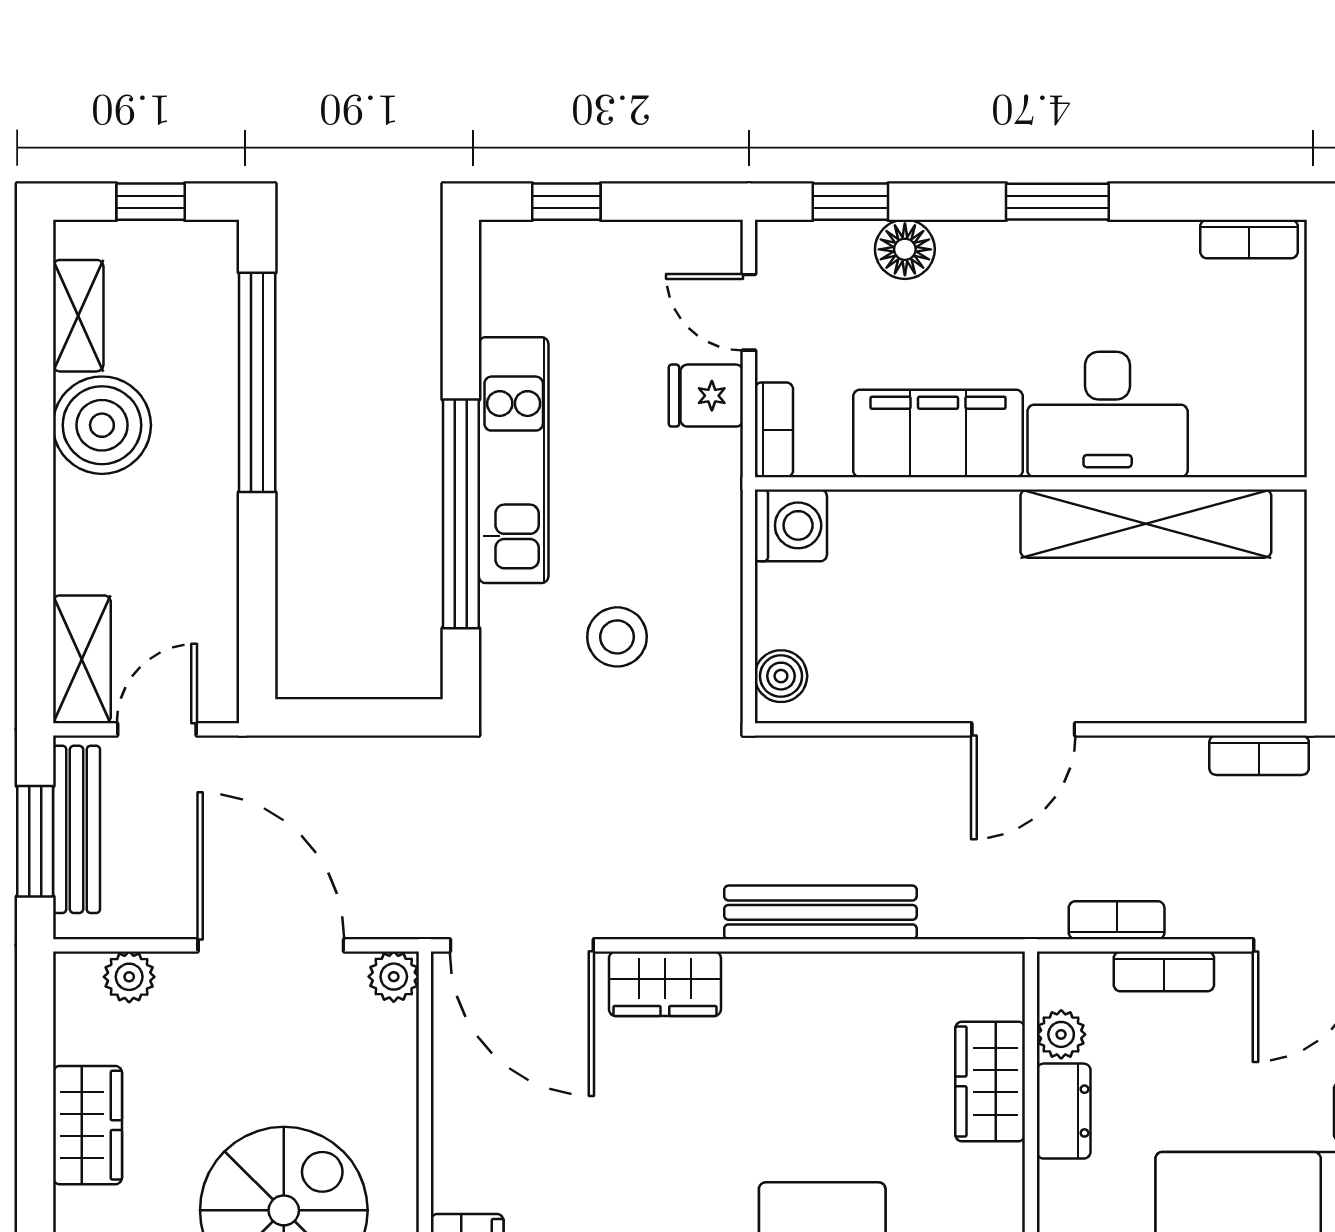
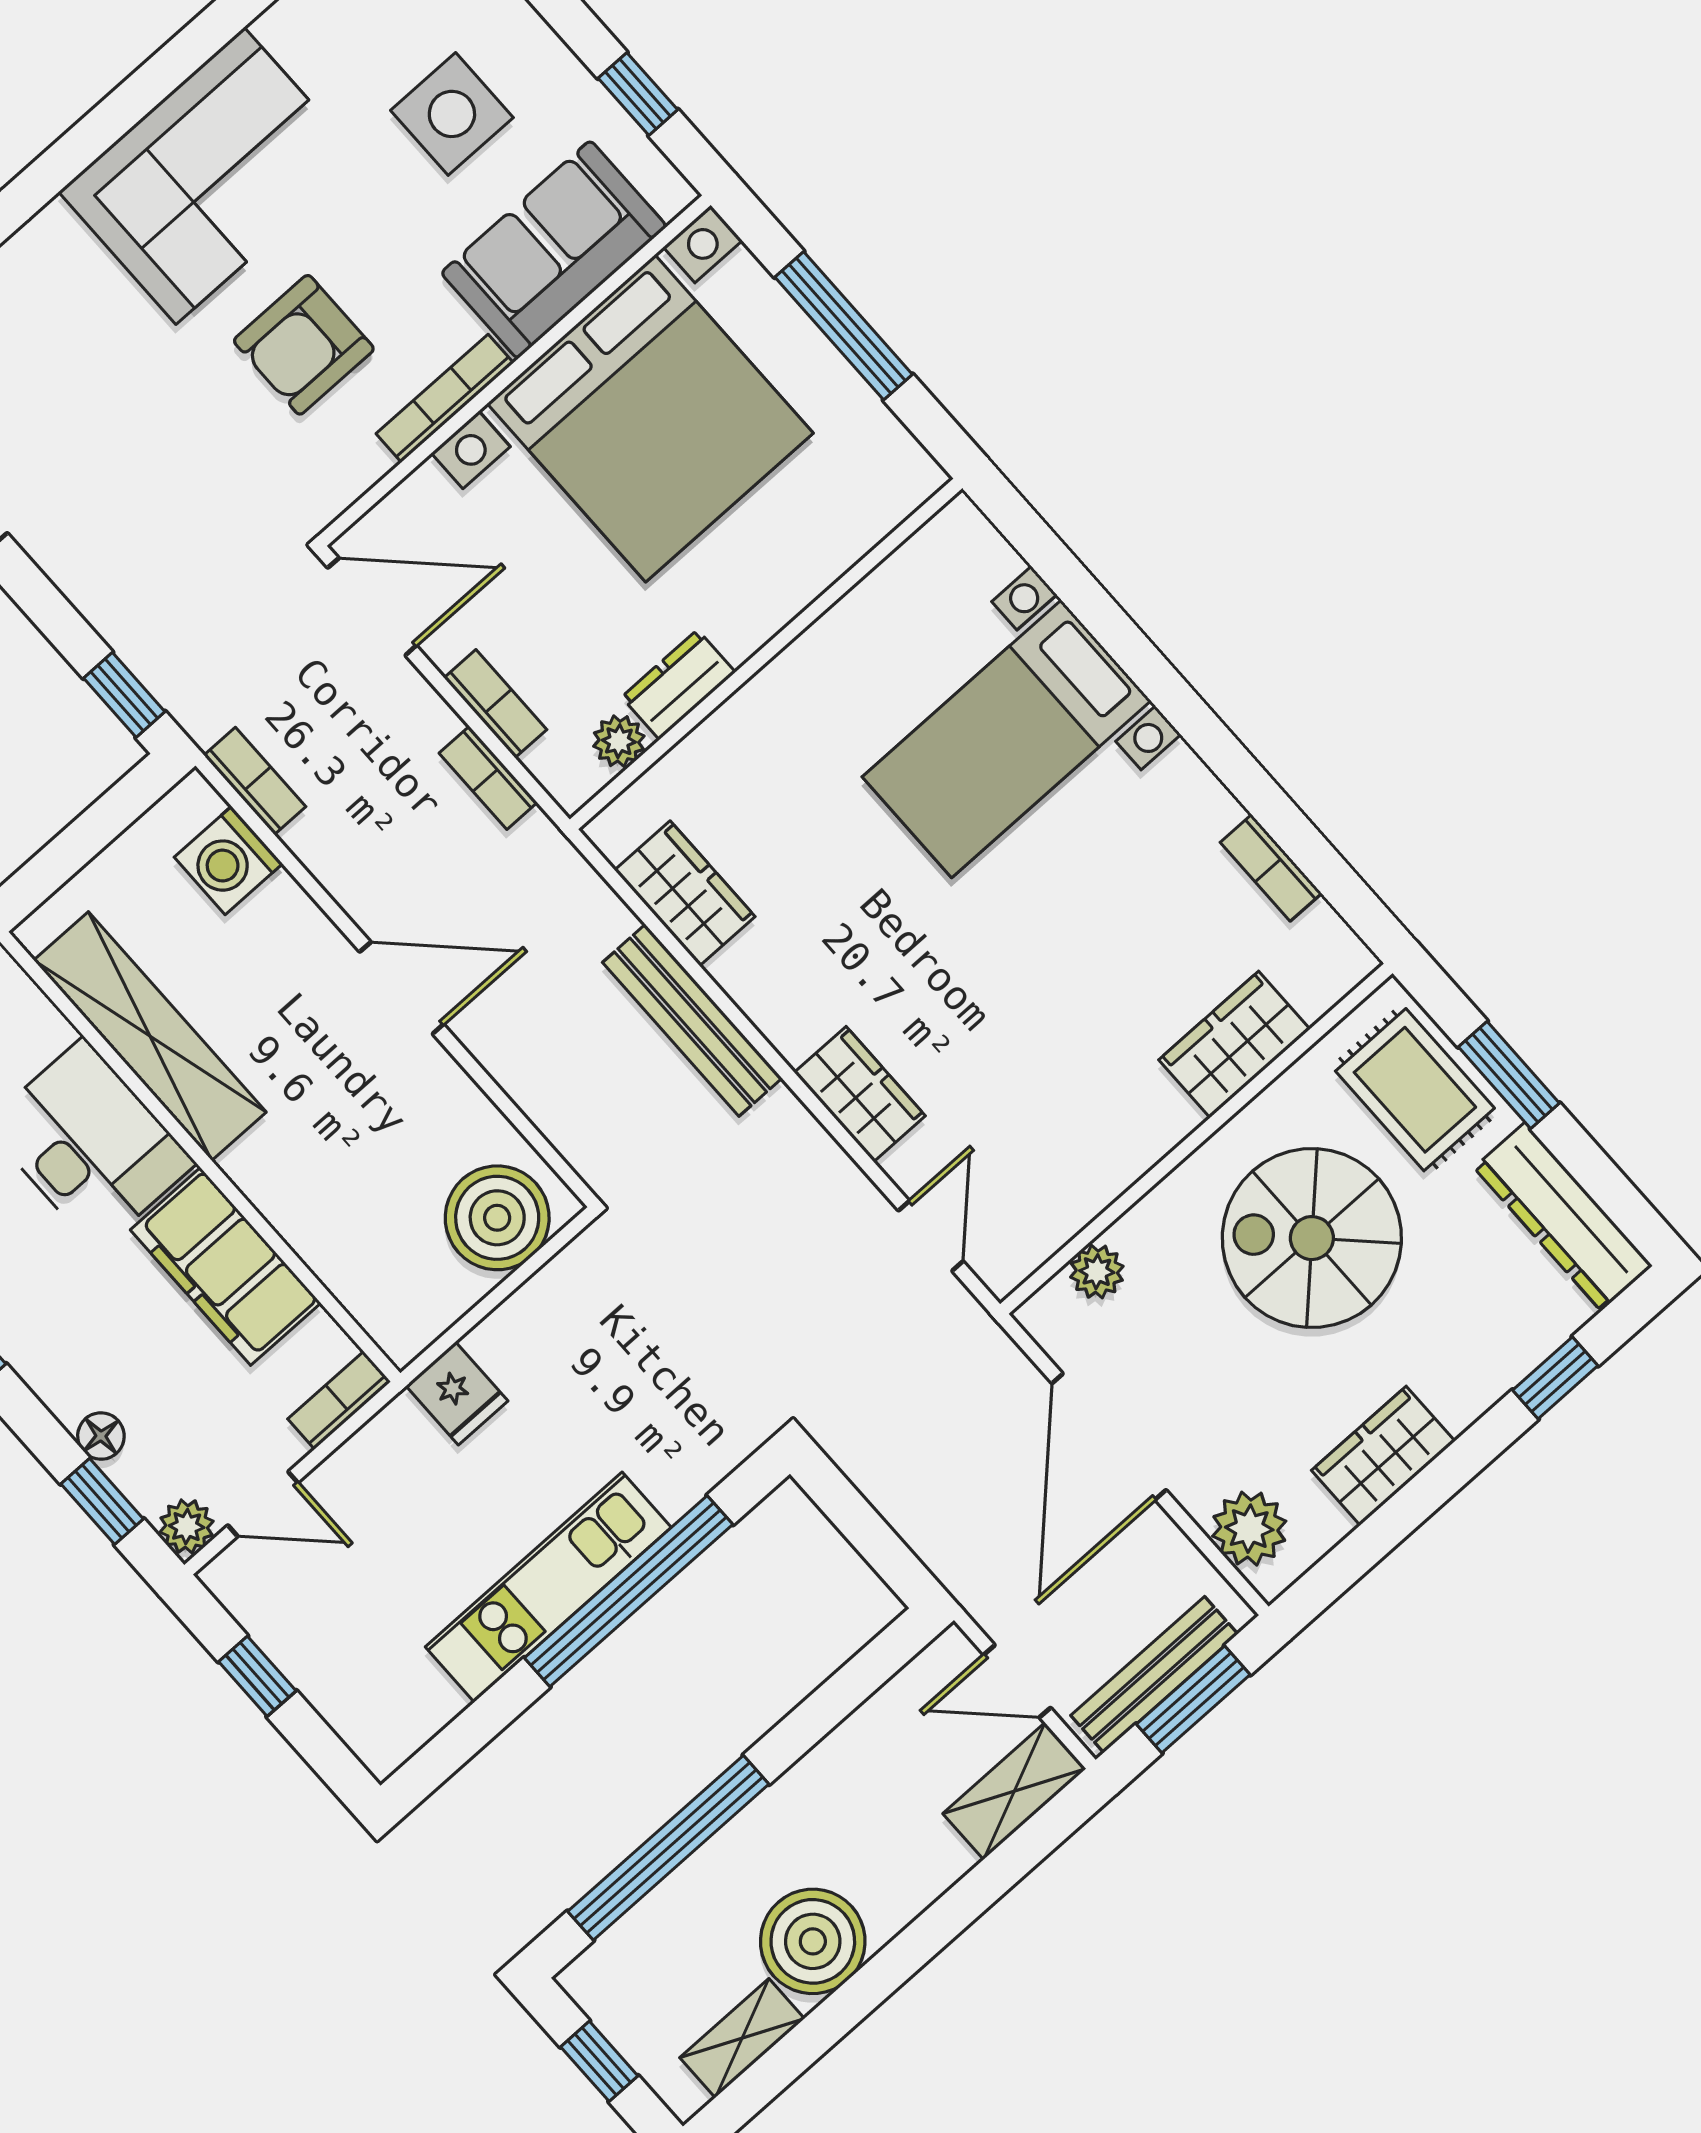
window: (566, 202) -> (257, 1676), moved
plant: (780, 245) -> (187, 1527), added
floor lamp: (905, 249) -> (101, 1436), width x0.73, depth x0.73
door: (749, 312) -> (263, 1504), hinge flipped
fridge: (706, 396) -> (457, 1393), moved
washing machine: (791, 525) -> (228, 860), moved, turned -90
stool: (617, 637) -> (616, 1379), removed
boiler: (781, 676) -> (497, 1218), width x1.86, depth x1.86
door: (522, 945) -> (931, 1236), width x0.53
plant: (129, 977) -> (1249, 1529), width x1.38, depth x1.38
plant: (394, 977) -> (1097, 1272), moved
wardrobe: (990, 1081) -> (685, 893), moved, turned -90

